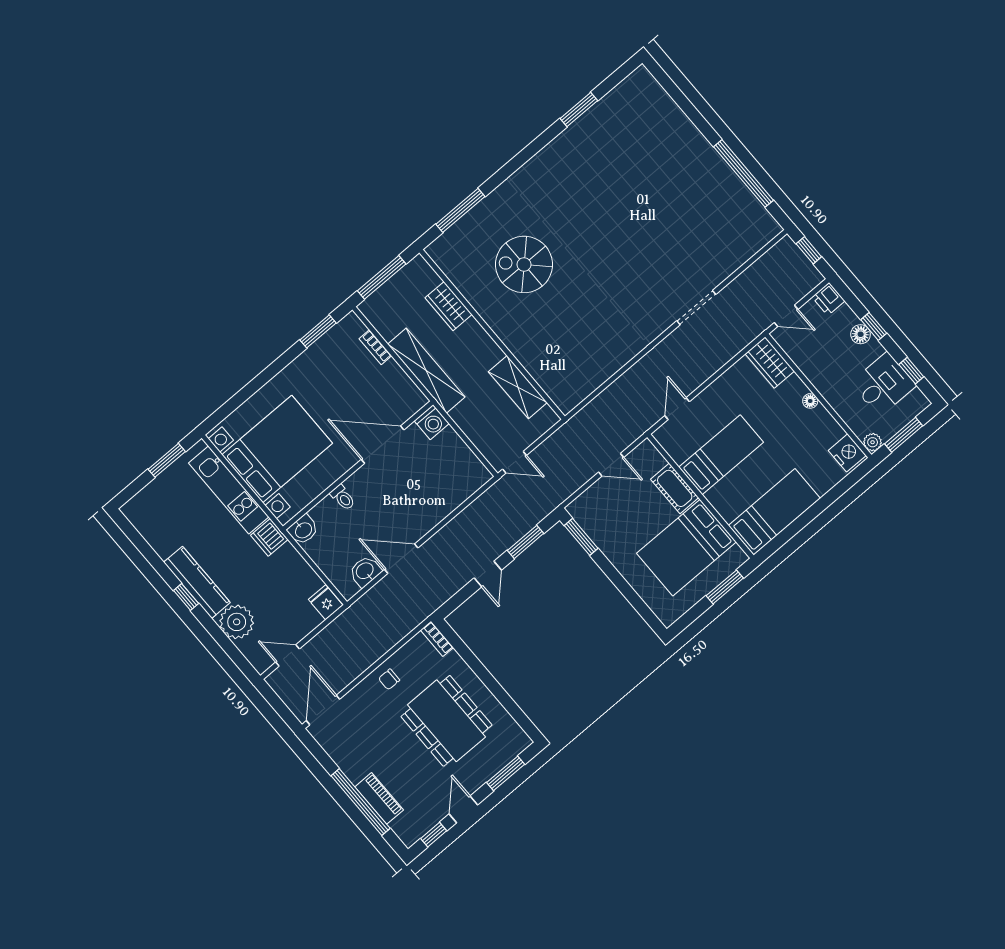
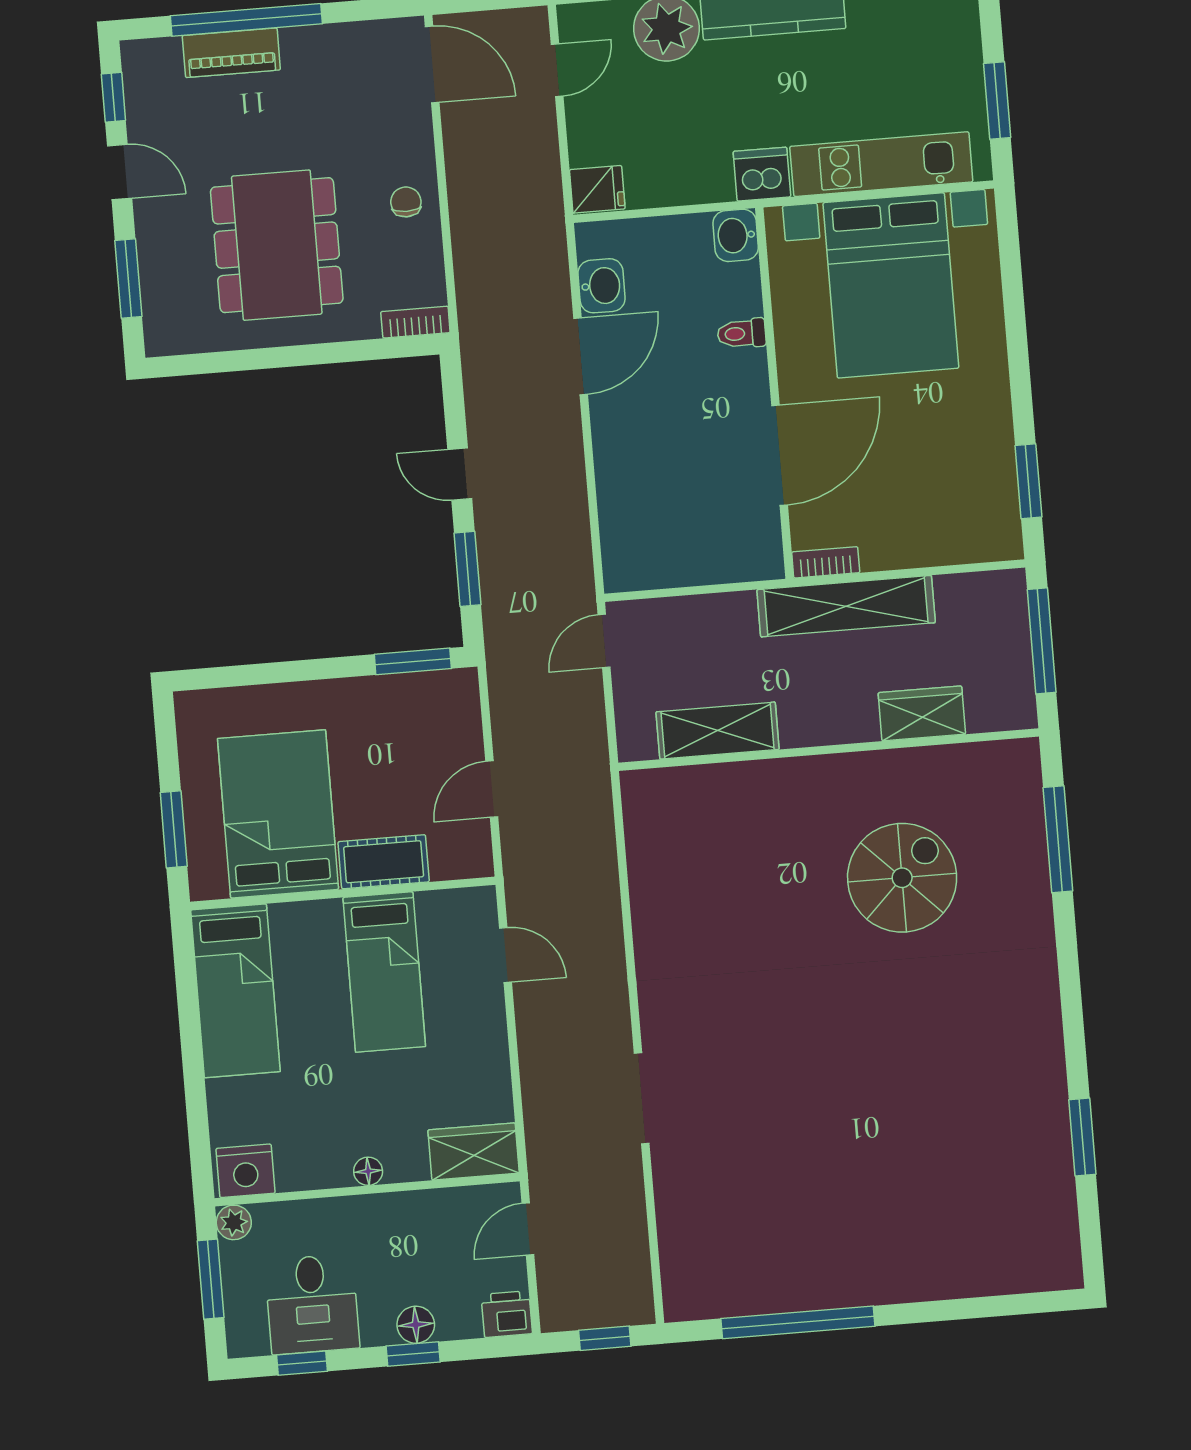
bookcase: (375, 347) -> (826, 562), moved
washing machine: (432, 422) -> (760, 557), removed
dining table: (447, 721) -> (277, 245), turned 90

